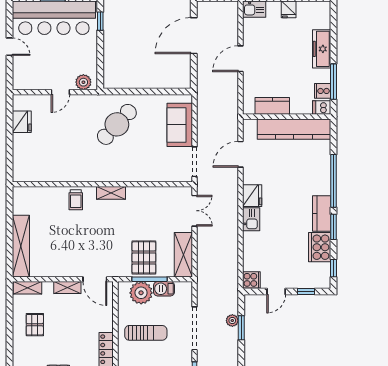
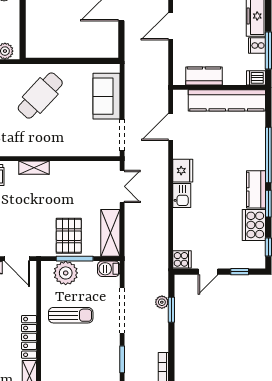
cooker: (323, 91) -> (257, 46), moved
barbecue: (164, 289) -> (109, 269), moved

